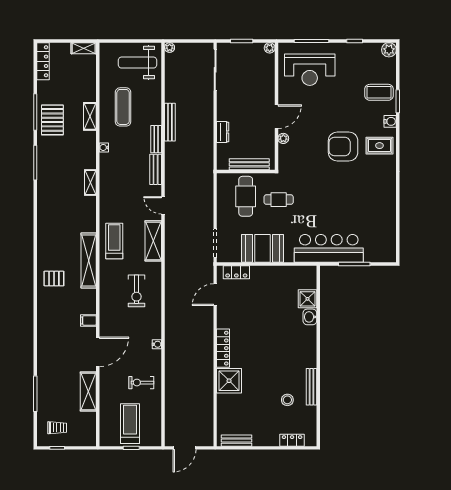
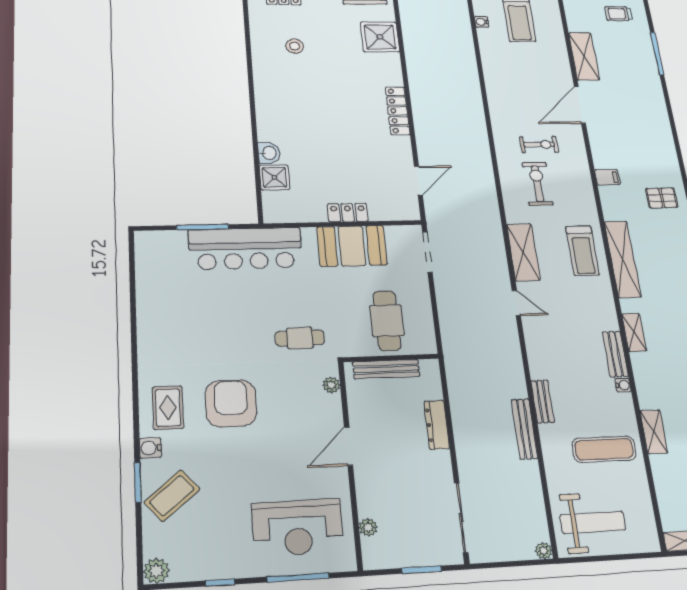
plant: (270, 48) -> (368, 527), moved
reception desk: (310, 70) -> (298, 527), turned 180
coffee table: (379, 92) -> (172, 496), turned -40
exercise mat: (123, 107) -> (604, 449), turned 90
dresser: (223, 132) -> (437, 425), width x1.44
plant: (283, 138) -> (331, 385), moved
rug: (379, 146) -> (168, 408), turned 90
armchair: (343, 147) -> (231, 403), turned -90
bench: (156, 169) -> (615, 354), moved
cafe table: (279, 200) -> (300, 338), moved
shelving: (89, 260) -> (623, 259), moved
locker: (236, 272) -> (348, 213), moved
filing cabinet: (88, 320) -> (607, 177), moved
water cooler: (157, 344) -> (482, 22), moved
shower: (229, 381) -> (380, 37), moved
exercise bike: (141, 383) -> (539, 145), moved
bench: (311, 387) -> (260, 62), removed

